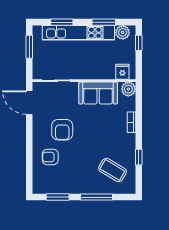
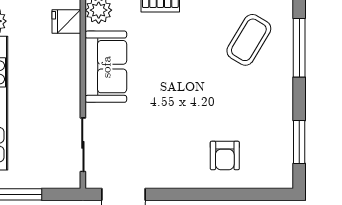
armchair: (62, 130) -> (174, 133), removed
window: (96, 197) -> (299, 48), moved

